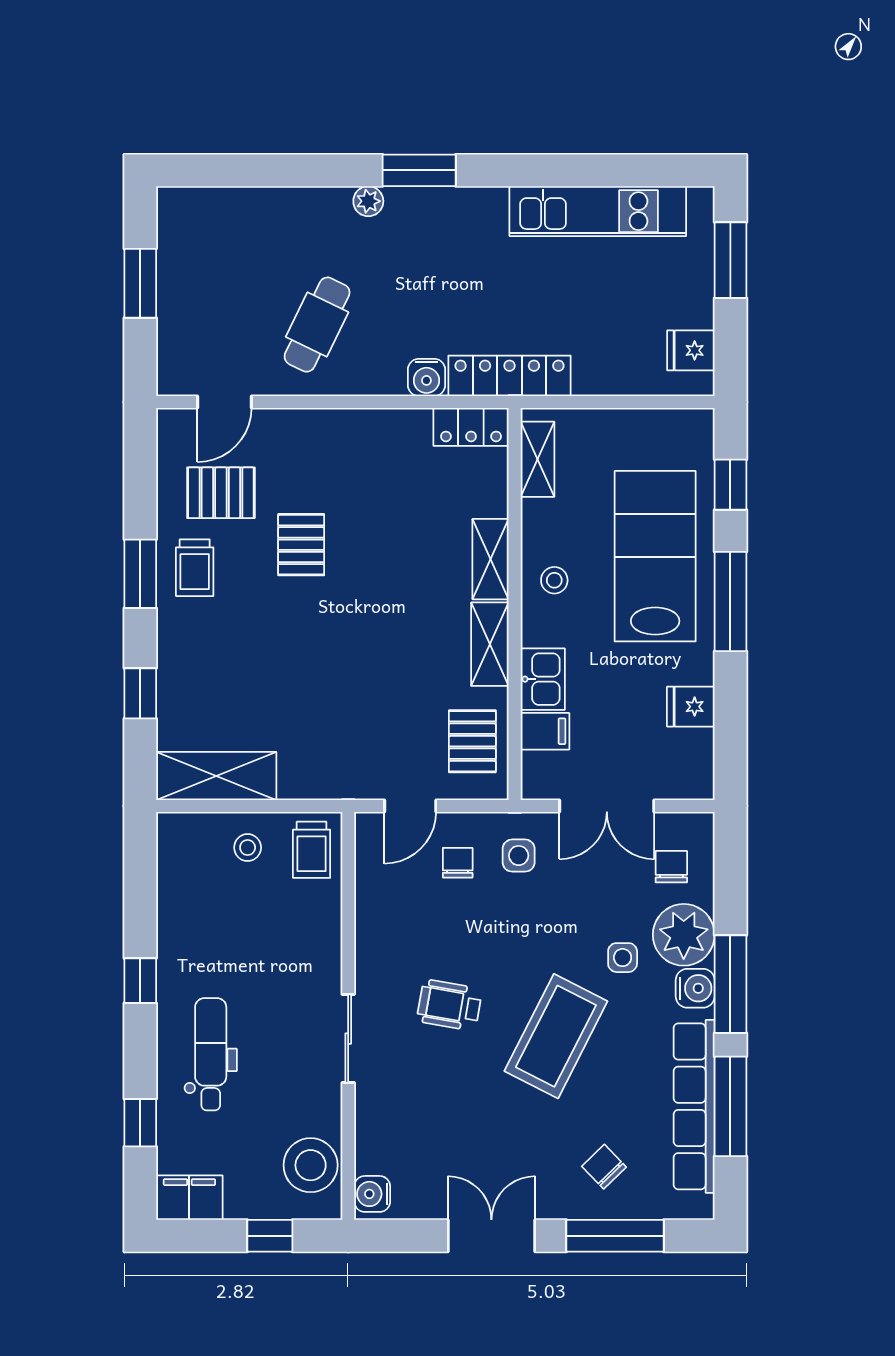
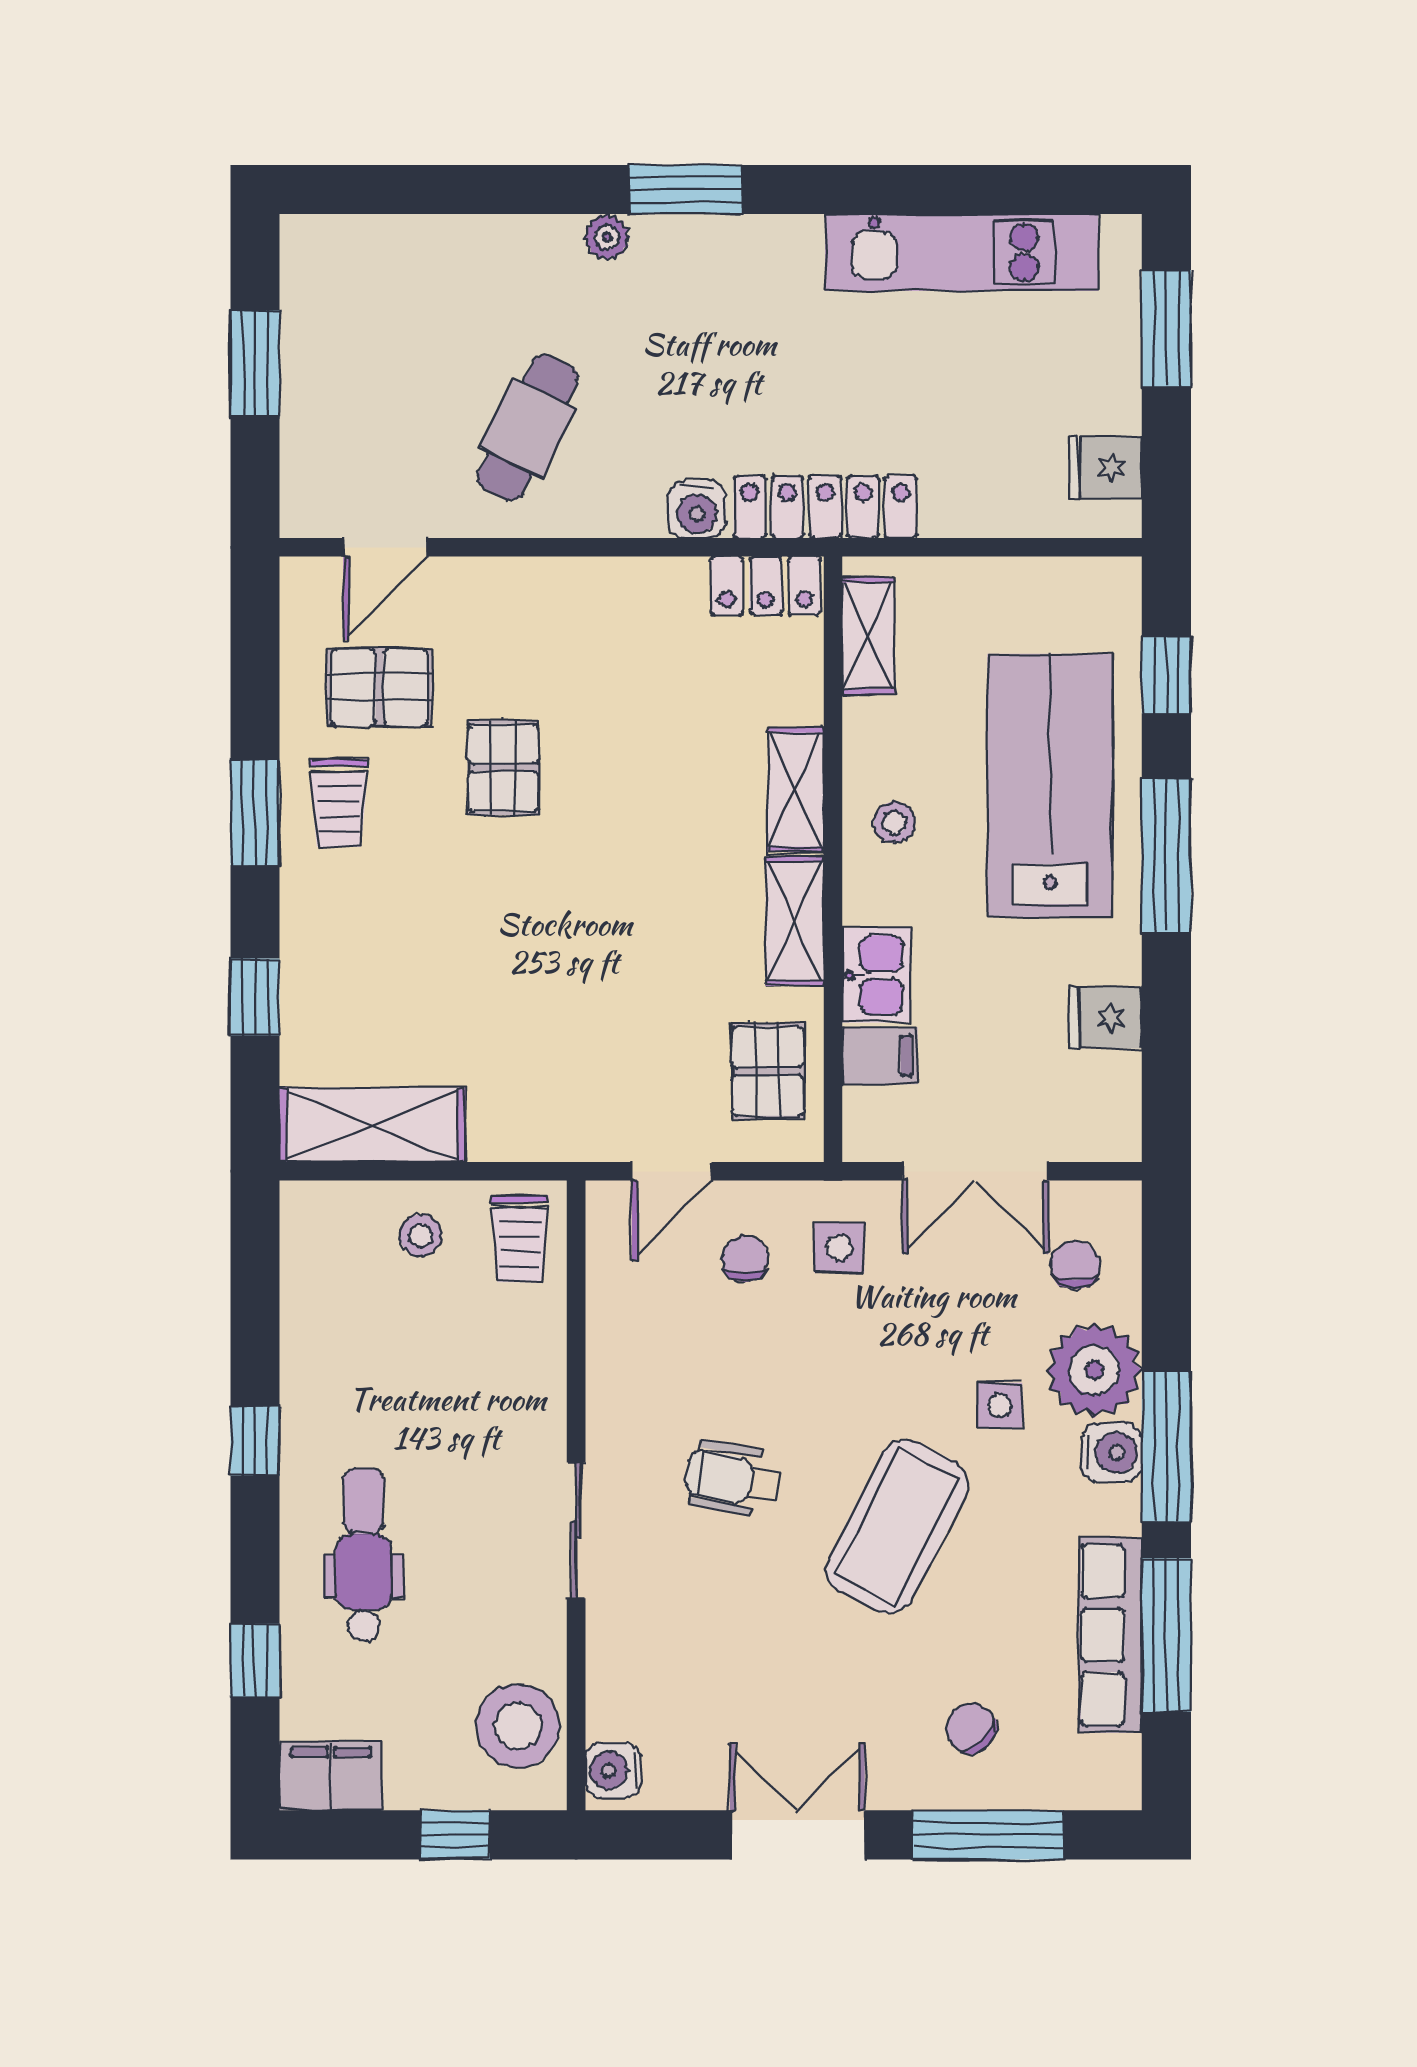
row of seats: (694, 1106) -> (1110, 1635), width x0.73

